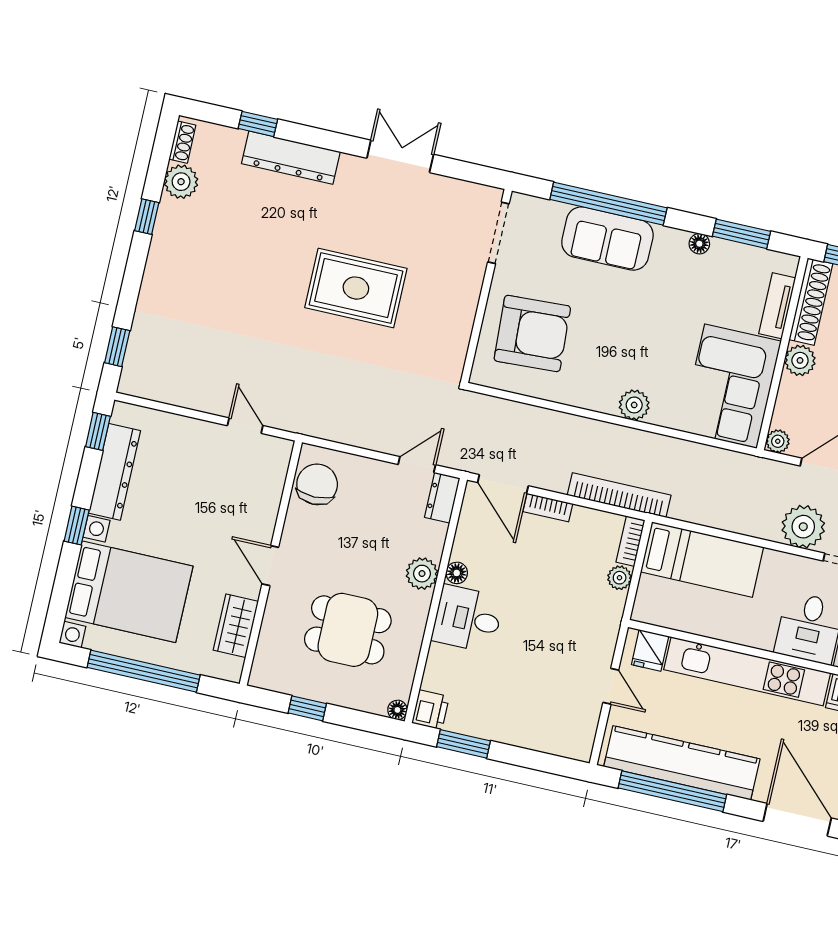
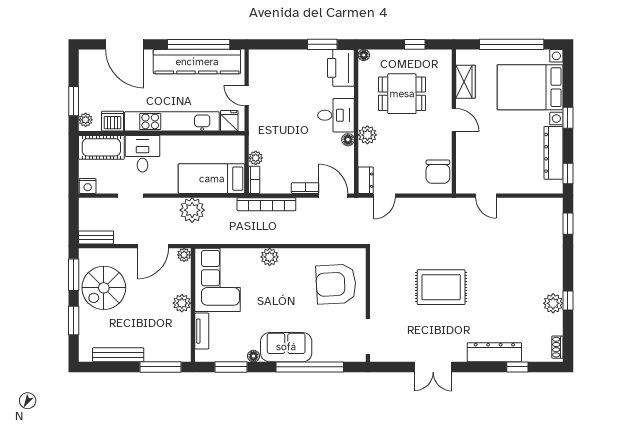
plant: (181, 182) -> (553, 303), moved
sofa: (607, 239) -> (286, 347), moved
shoe rack: (811, 302) -> (183, 338), removed
plant: (803, 527) -> (192, 210), moved
printer: (431, 710) -> (341, 68), width x1.87, depth x1.48

